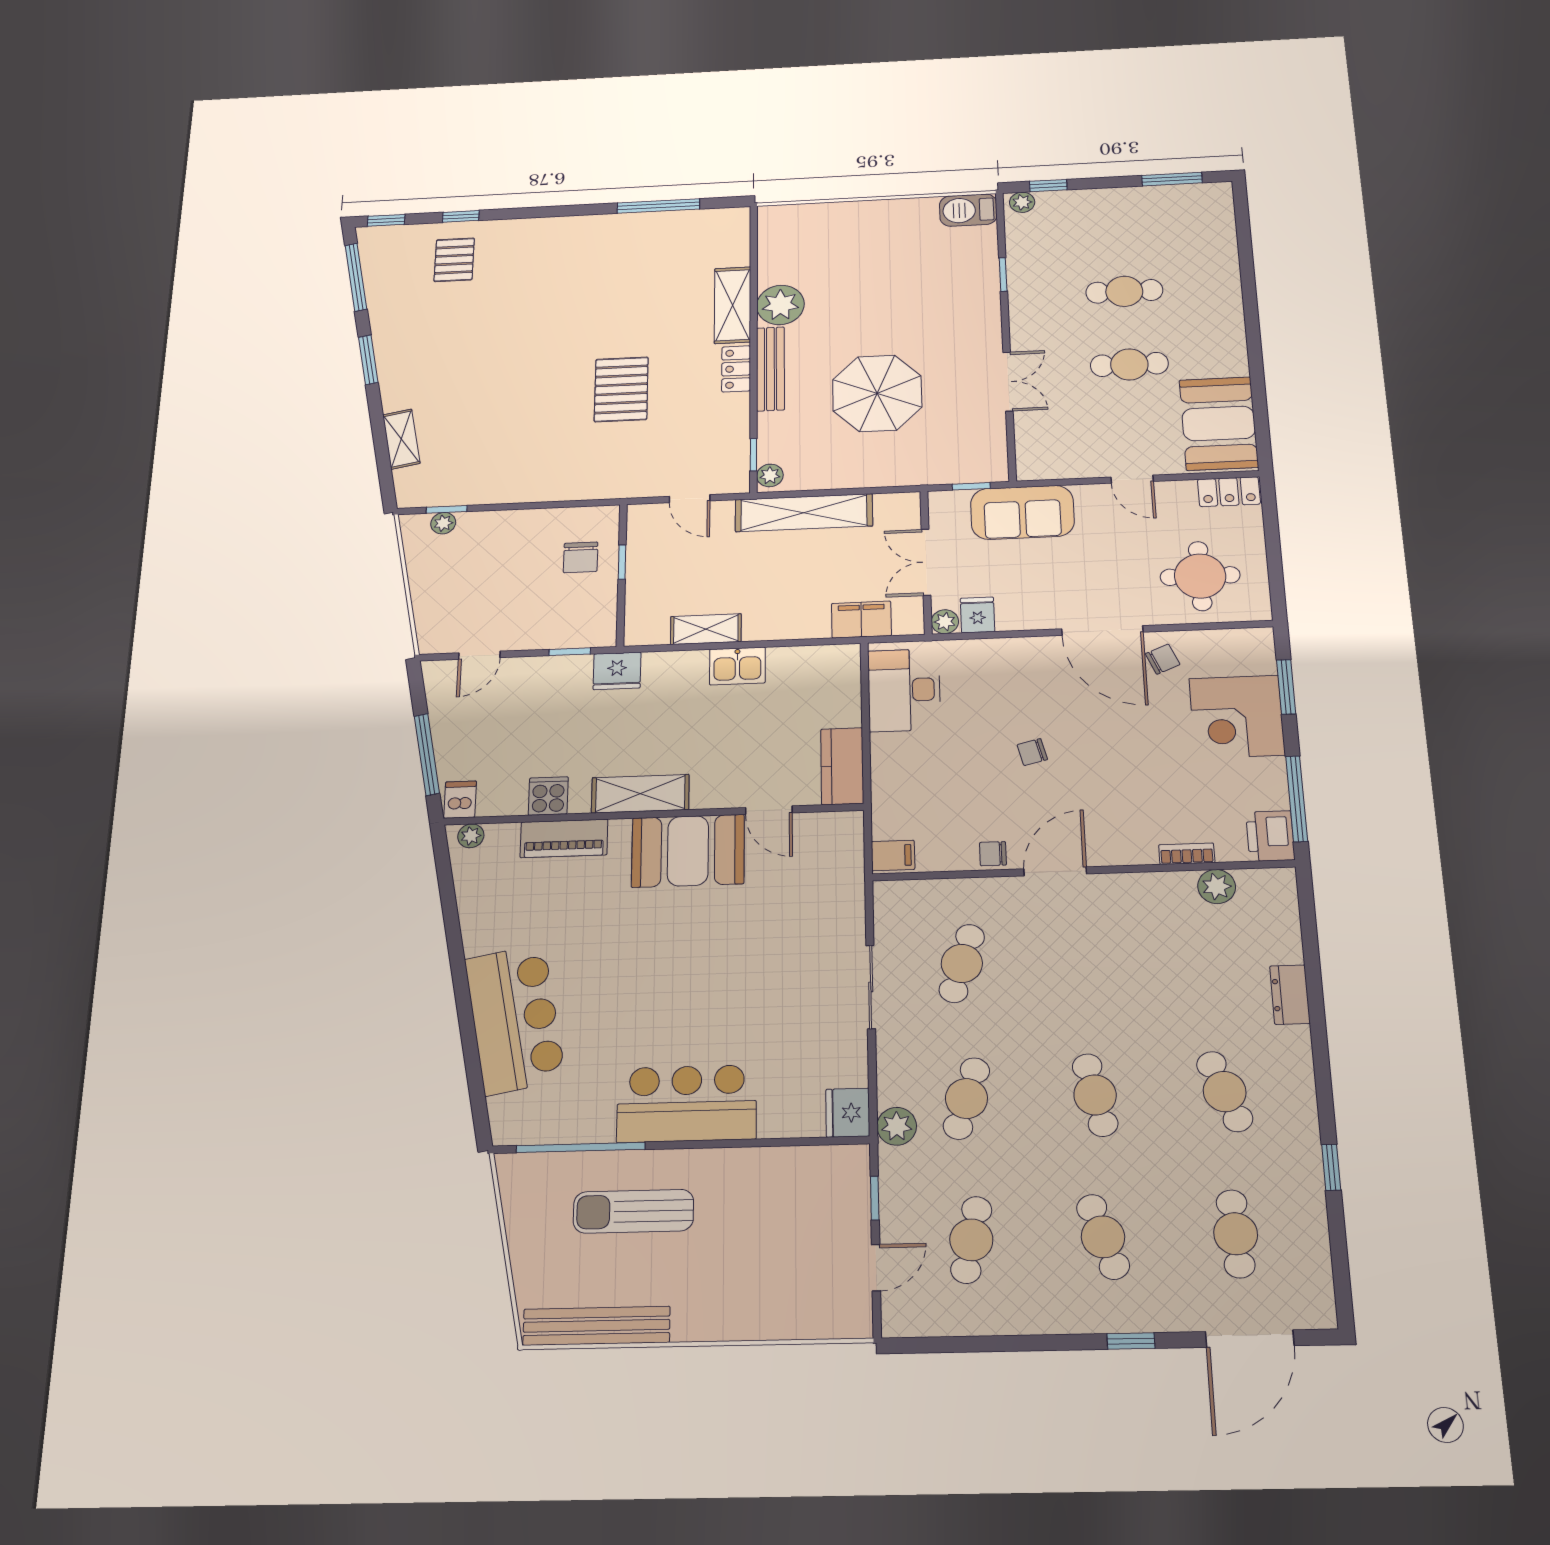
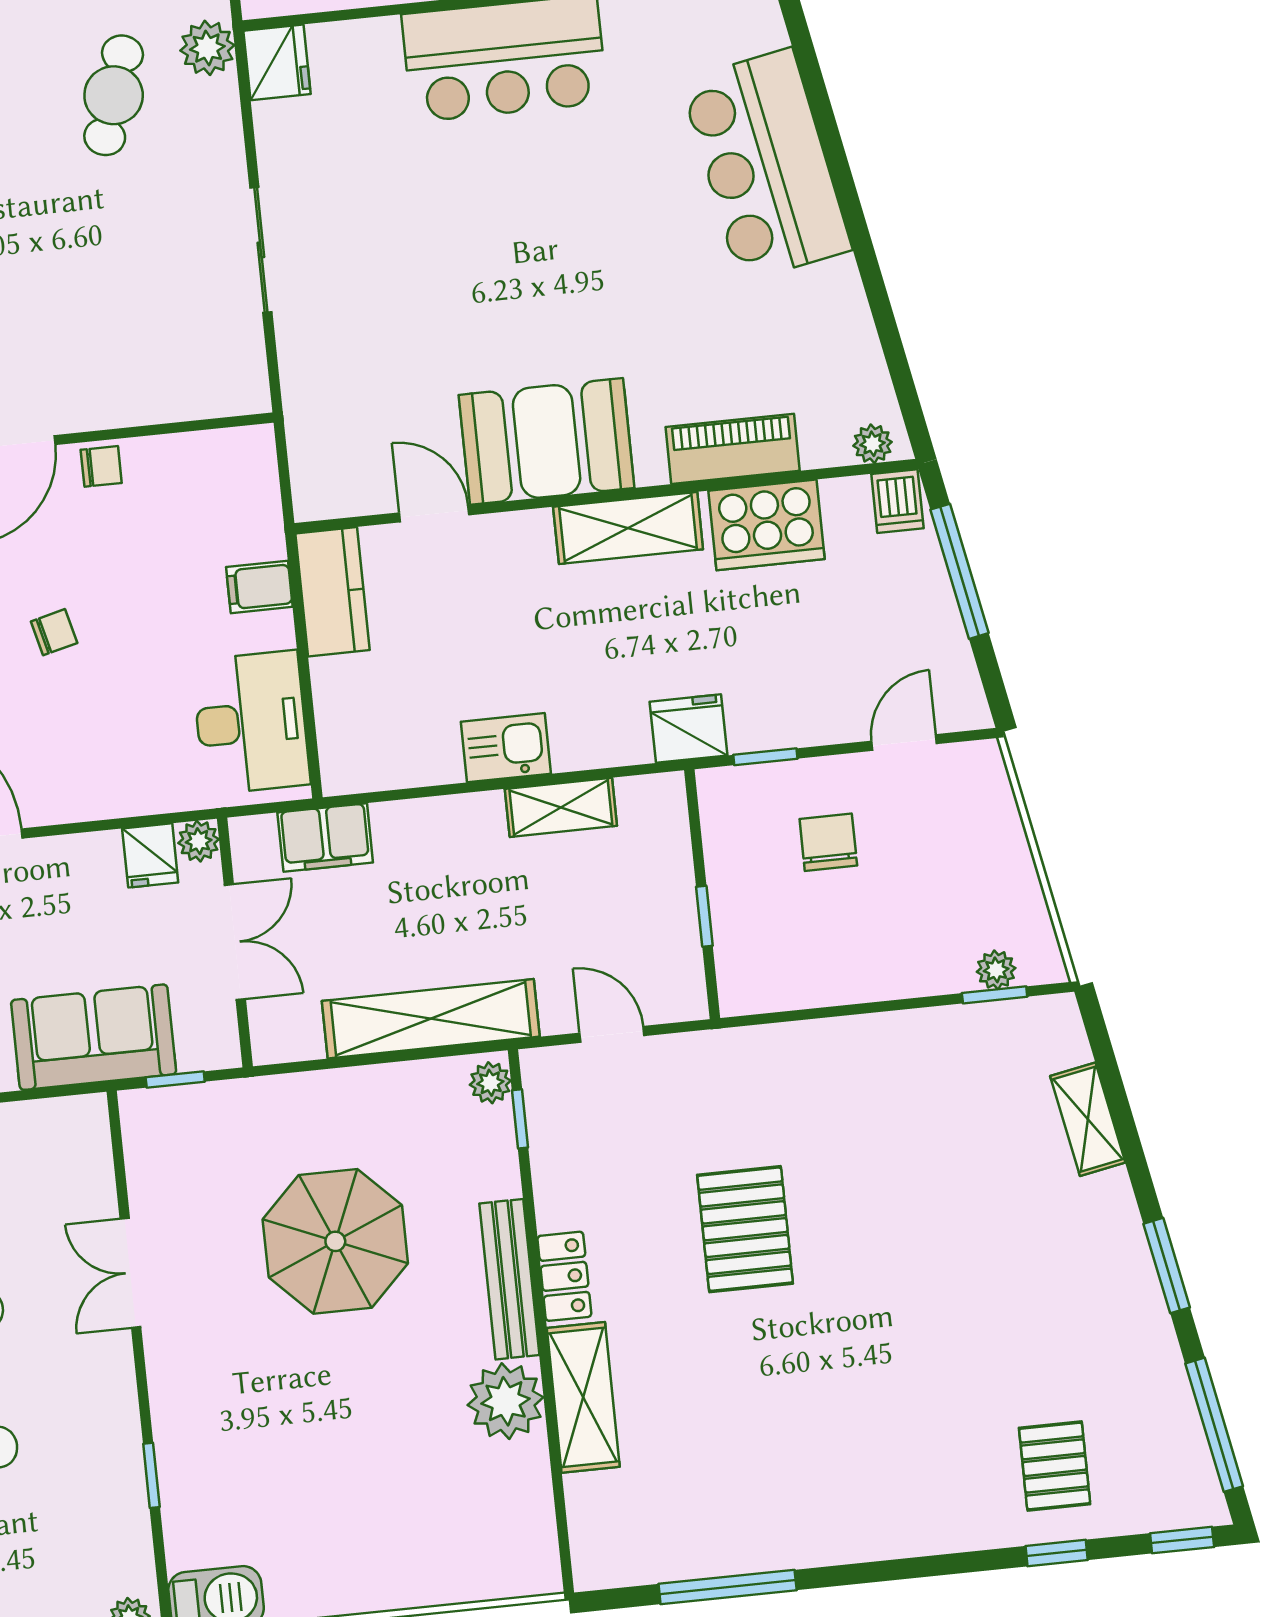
chair: (581, 557) -> (828, 842), moved
cooker: (548, 796) -> (766, 525), width x1.87, depth x1.31
filing cabinet: (893, 855) -> (259, 587), moved
cafe table: (962, 963) -> (134, 294), removed

